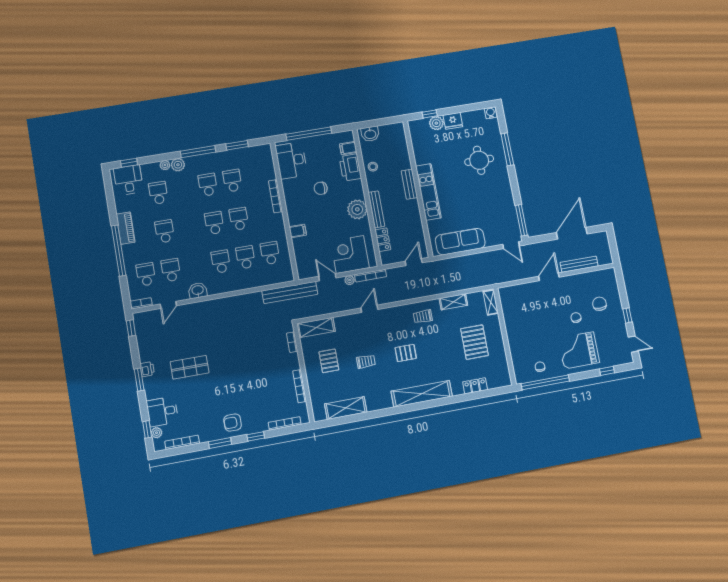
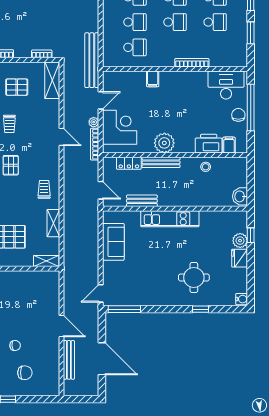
washbasin: (370, 134) -> (240, 196), moved
window: (507, 149) -> (200, 309), width x0.46
bench: (409, 184) -> (142, 201), moved
chair: (321, 188) -> (238, 115), moved
sofa: (460, 242) -> (113, 242), width x0.73

